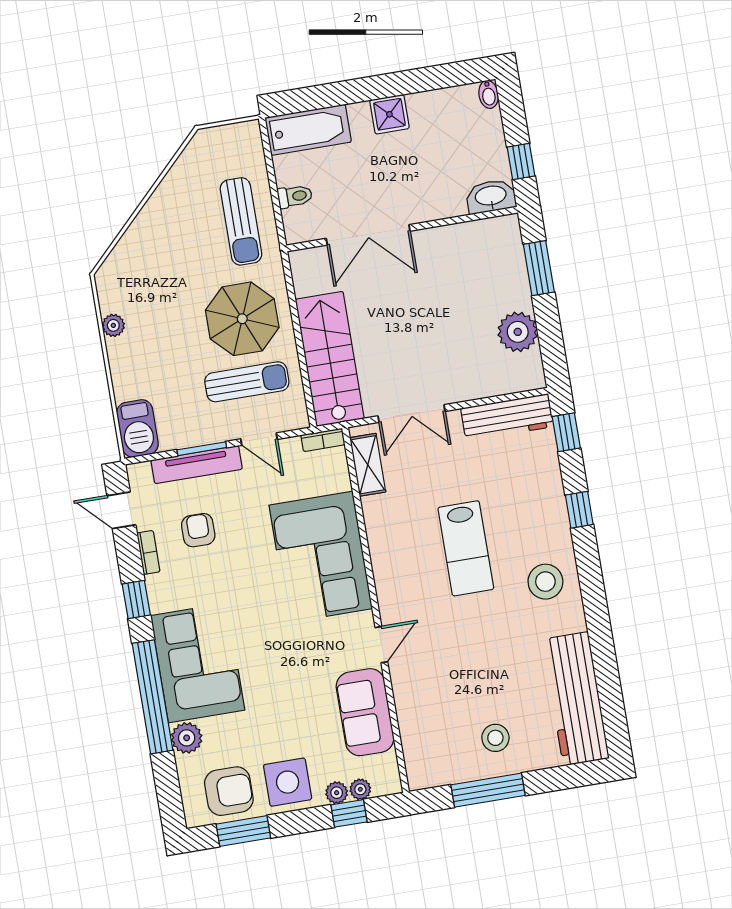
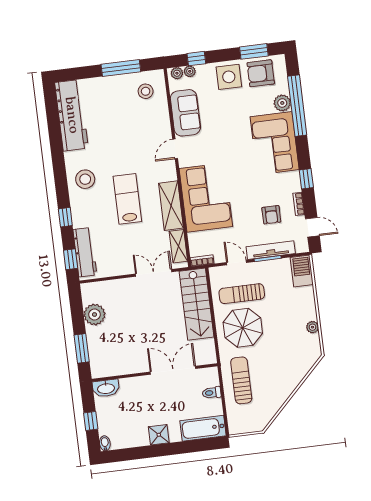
window: (521, 162) -> (91, 421), moved
workbench: (507, 417) -> (85, 252), moved, turned 90
shelving: (385, 539) -> (171, 206), added
window: (153, 697) -> (297, 106), moved
stool: (495, 738) -> (146, 91), moved
plant: (337, 793) -> (177, 73), moved

